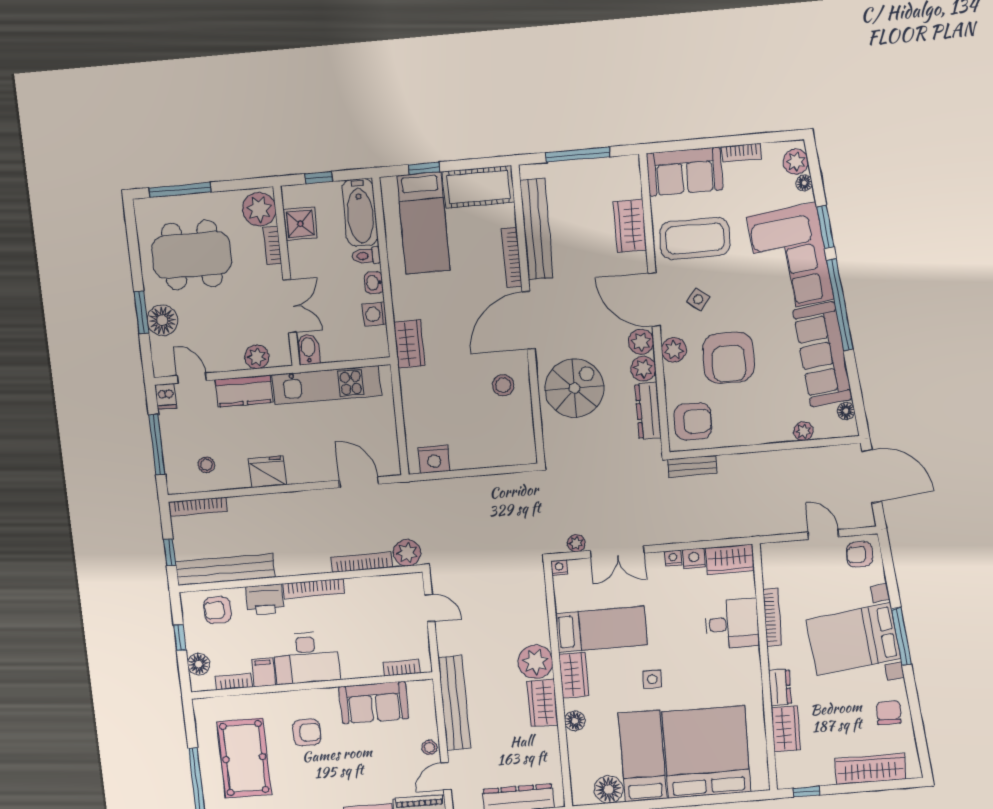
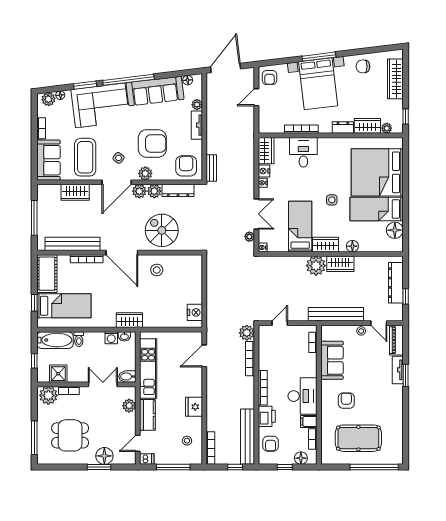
dining table: (192, 255) -> (70, 435), width x0.73
washbasin: (374, 283) -> (124, 336), moved
tv unit: (767, 434) -> (197, 125), added
plant: (784, 762) -> (387, 128), added

